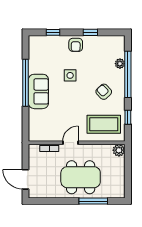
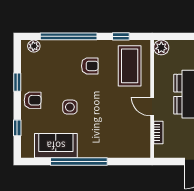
plant: (120, 64) -> (34, 46), moved
sofa: (38, 91) -> (56, 146), moved
armchair: (104, 92) -> (90, 66), turned -137

